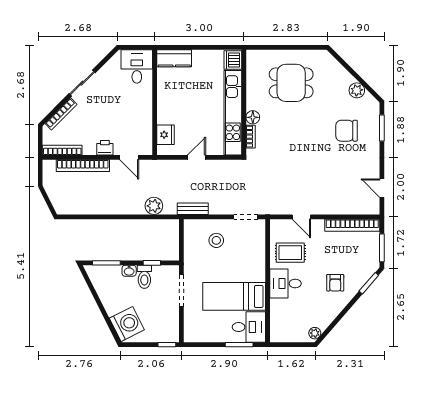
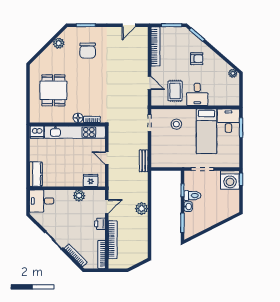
plant: (144, 119) -> (79, 196), added
plant: (154, 206) -> (142, 209), moved
door: (301, 217) -> (149, 83), hinge flipped
stool: (216, 240) -> (176, 124), moved
washing machine: (127, 324) -> (230, 180), moved, turned -153

